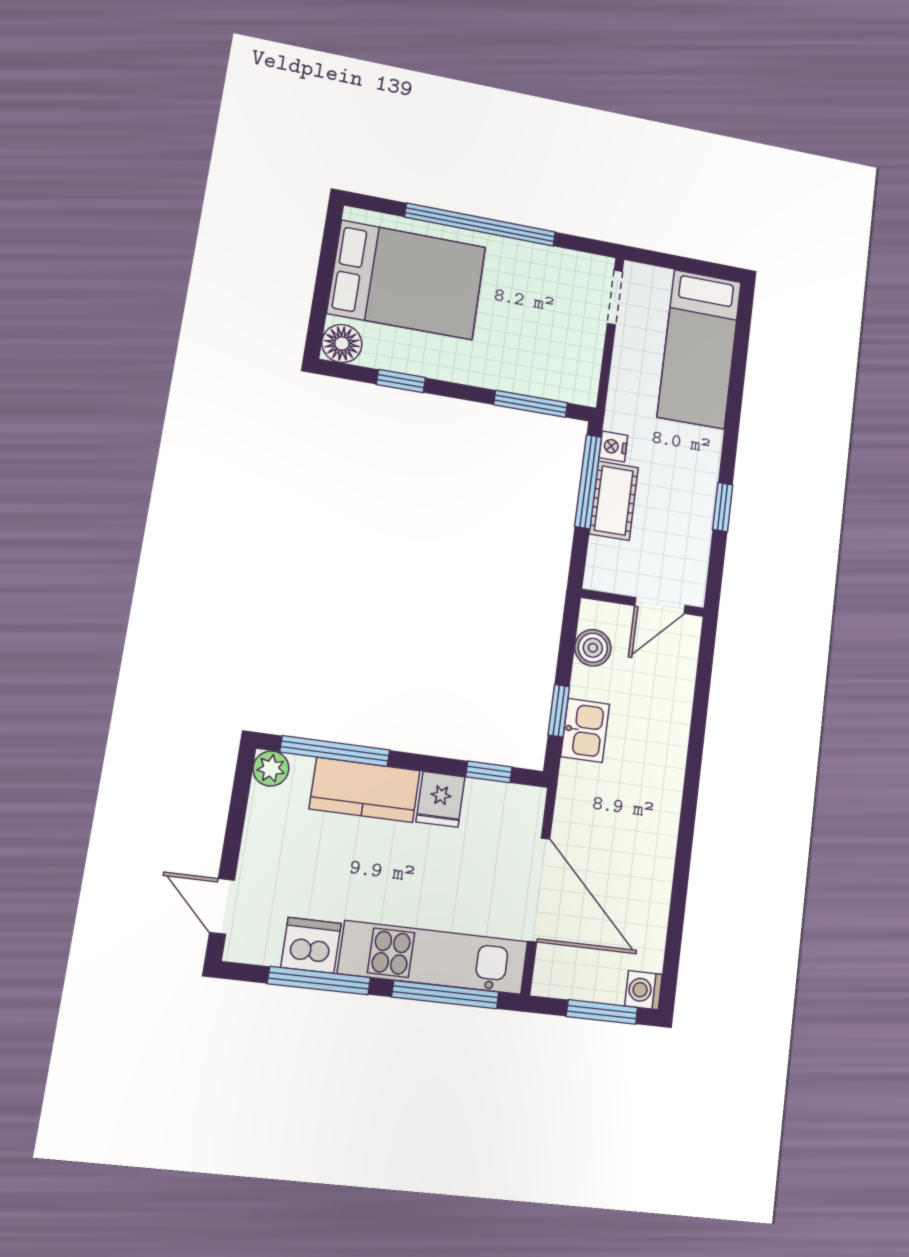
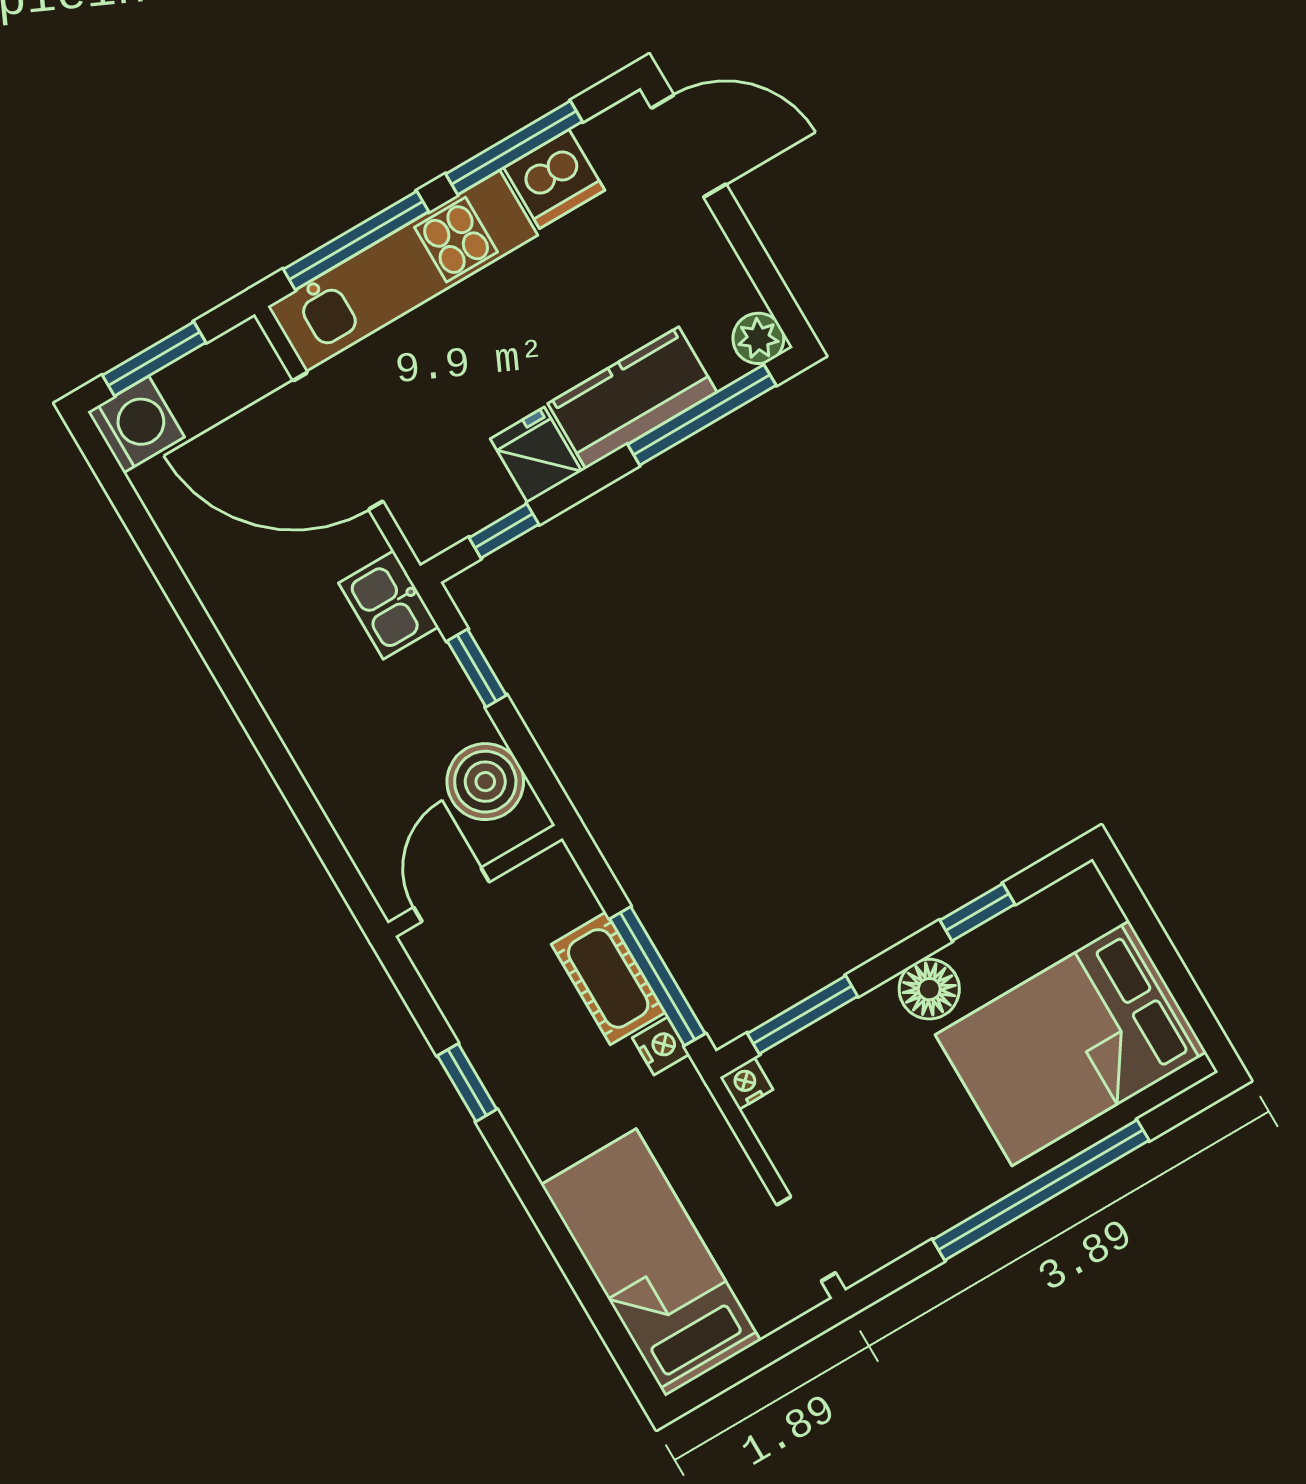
floor lamp: (342, 344) -> (929, 989), moved
nightstand: (585, 394) -> (746, 1083), added
boiler: (593, 648) -> (485, 782), width x1.36, depth x1.36
kitchen sink: (585, 730) -> (389, 605), moved
door: (222, 906) -> (689, 146), width x1.38
washing machine: (643, 990) -> (136, 425), width x1.38, depth x1.38

